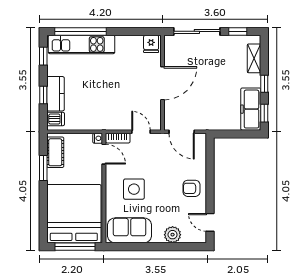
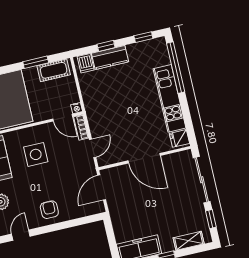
kitchen unit: (82, 44) -> (170, 98), moved
door: (104, 154) -> (63, 118), hinge flipped

